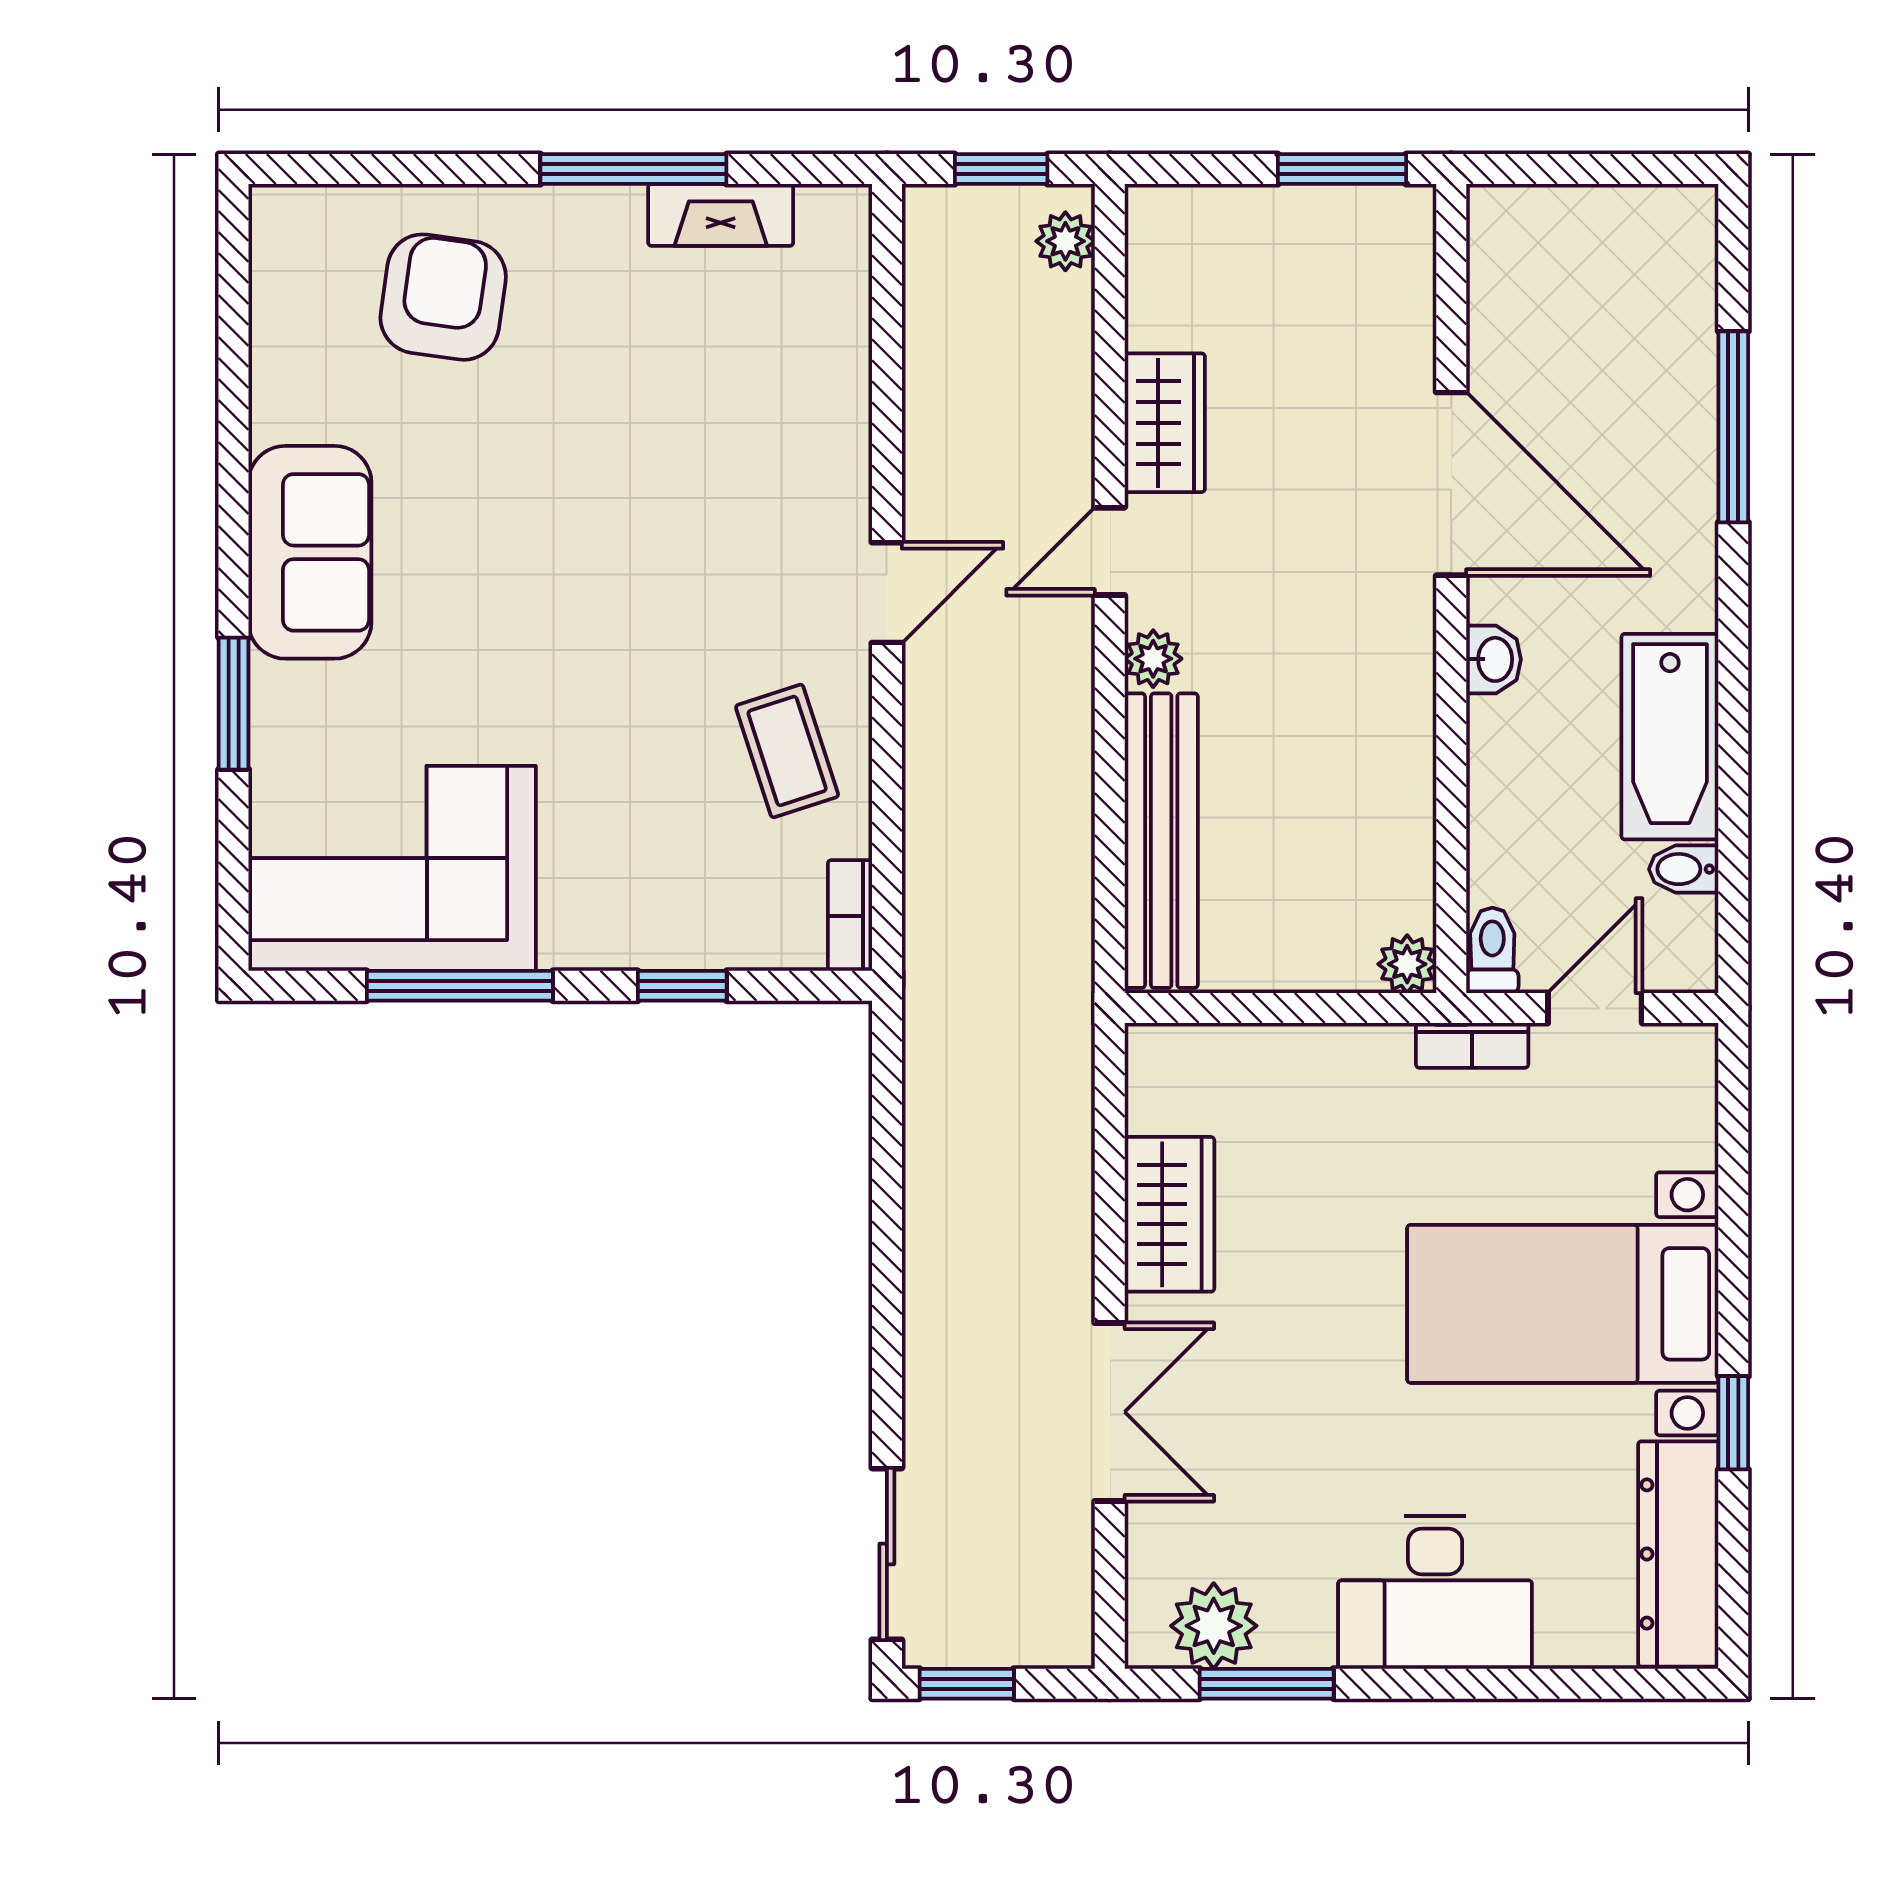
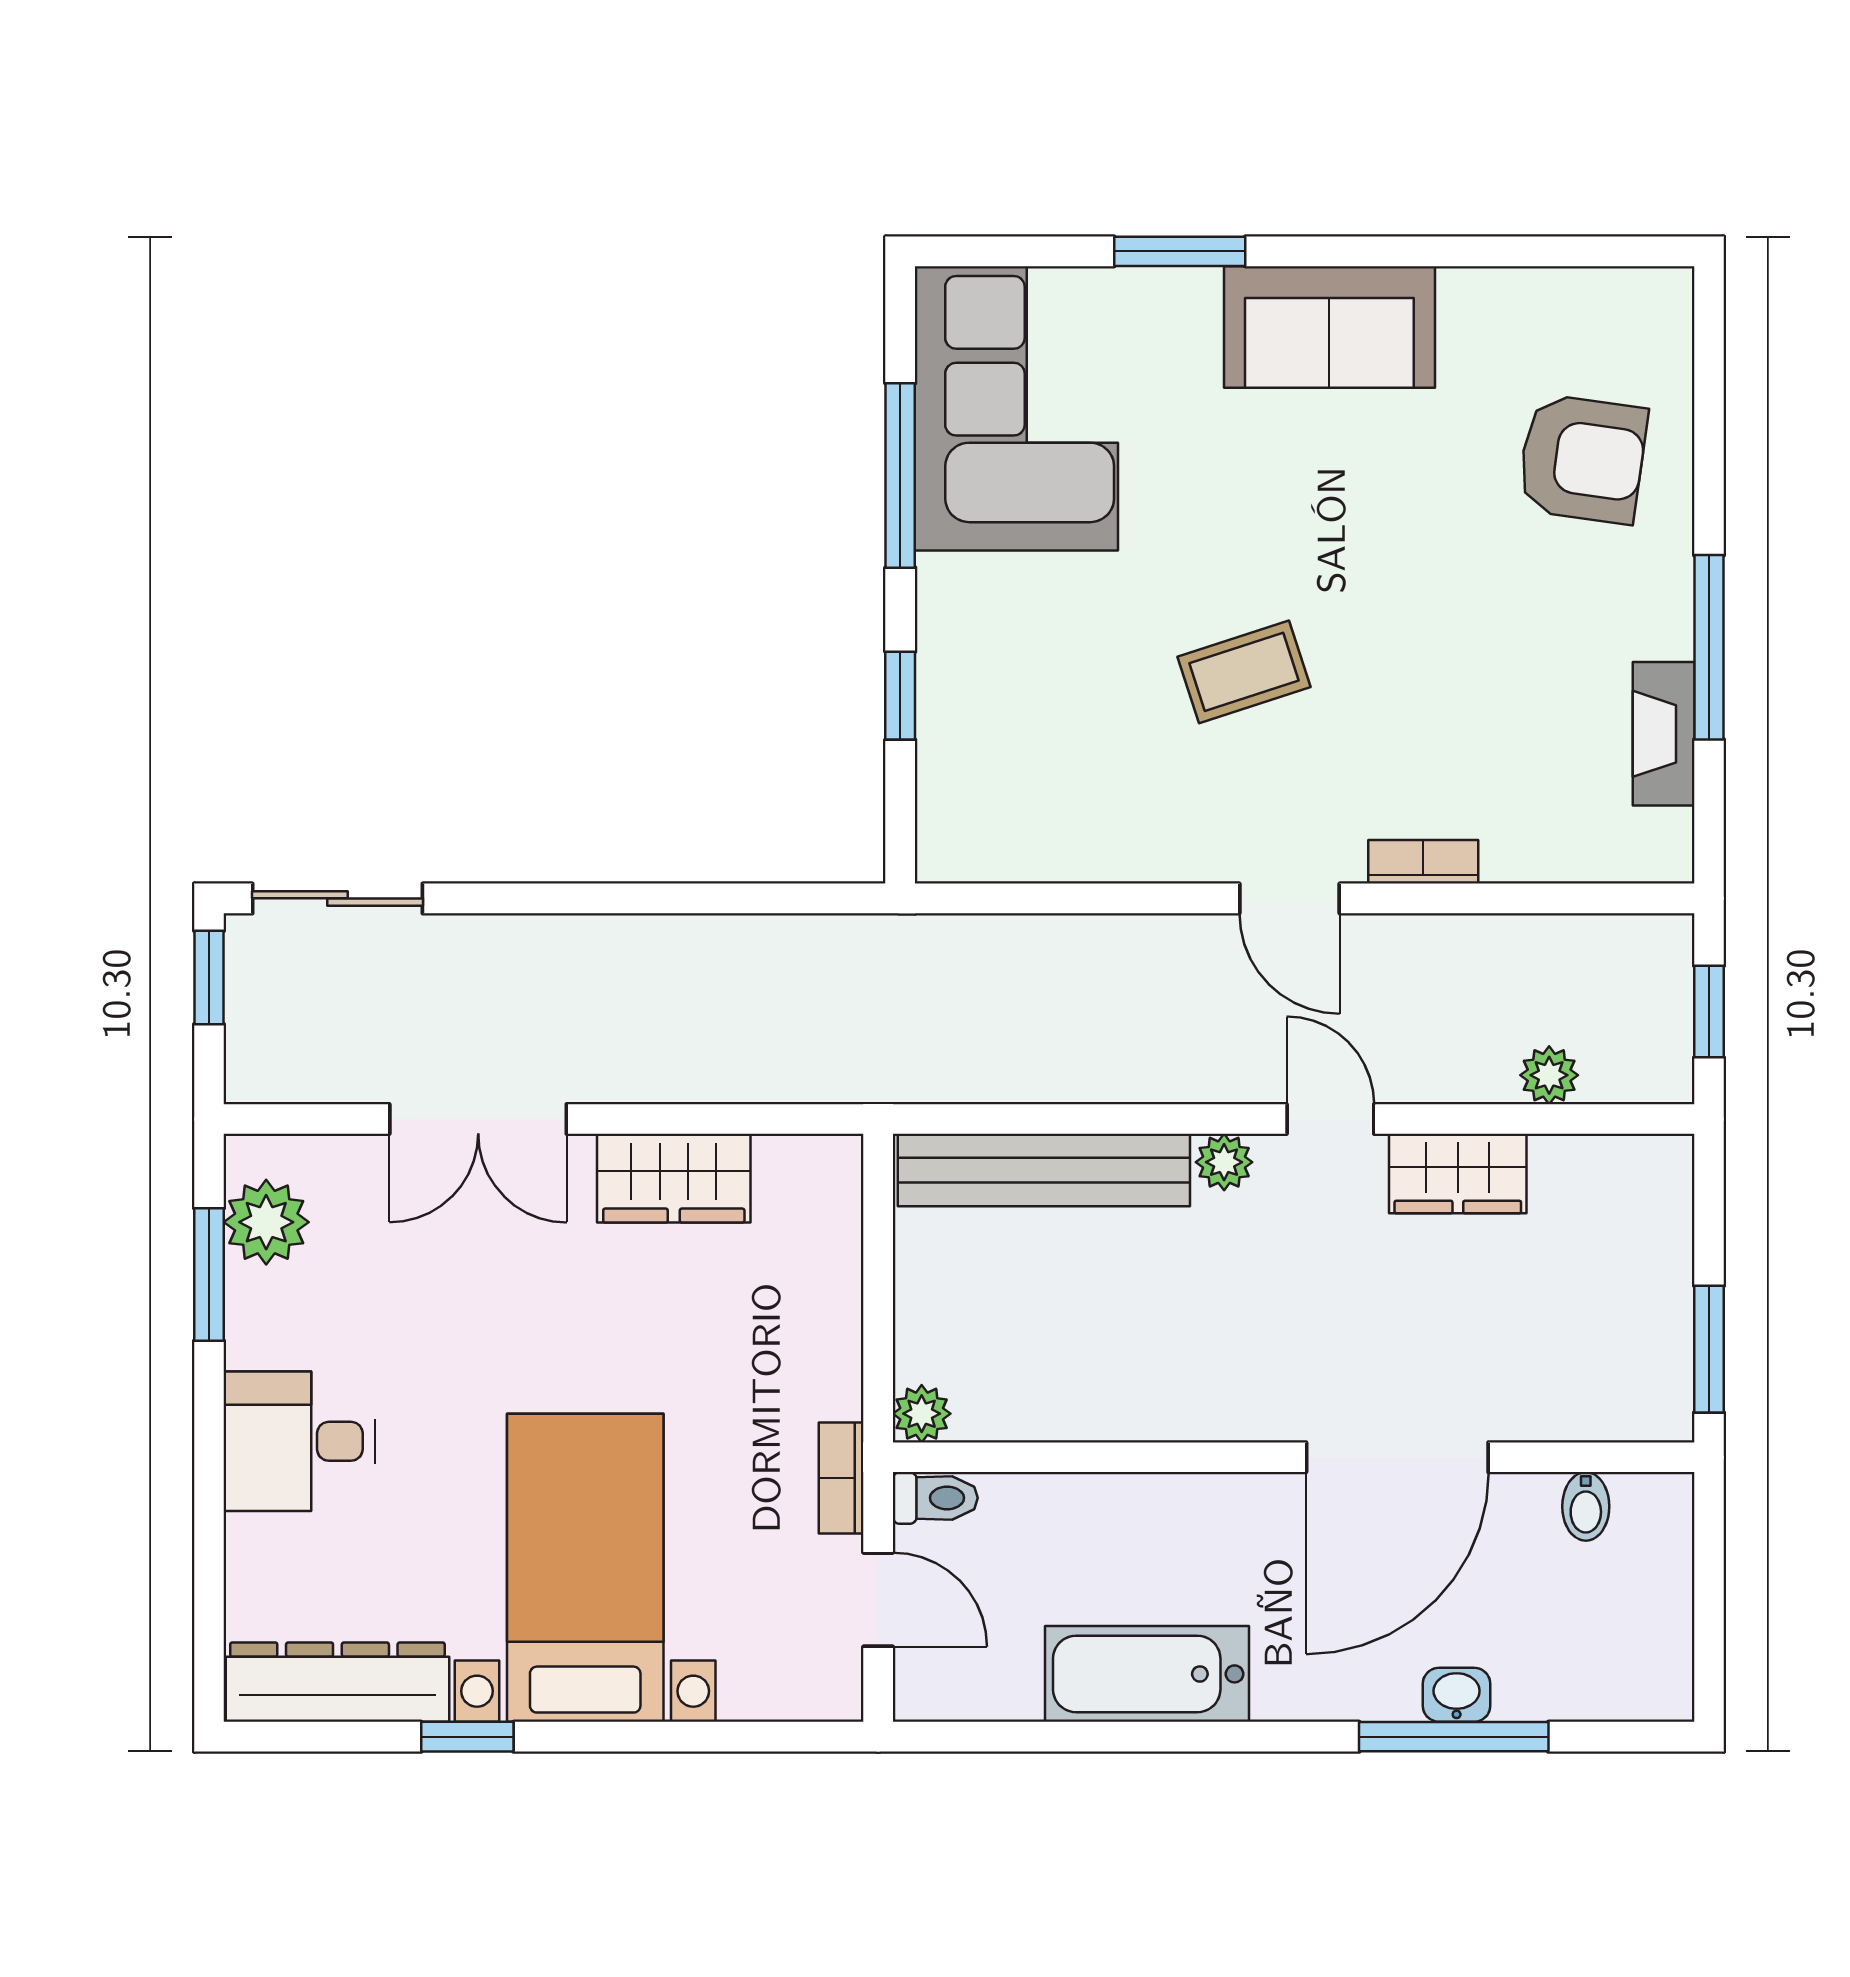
plant: (1065, 241) -> (1549, 1075), moved
washbasin: (1493, 659) -> (1457, 1695), moved, turned 180
coffee table: (787, 751) -> (1244, 672), moved
bidet: (1684, 869) -> (1586, 1506), moved, turned 180
bookcase: (850, 916) -> (1423, 862), moved
desk: (1435, 1593) -> (299, 1441), width x0.73

